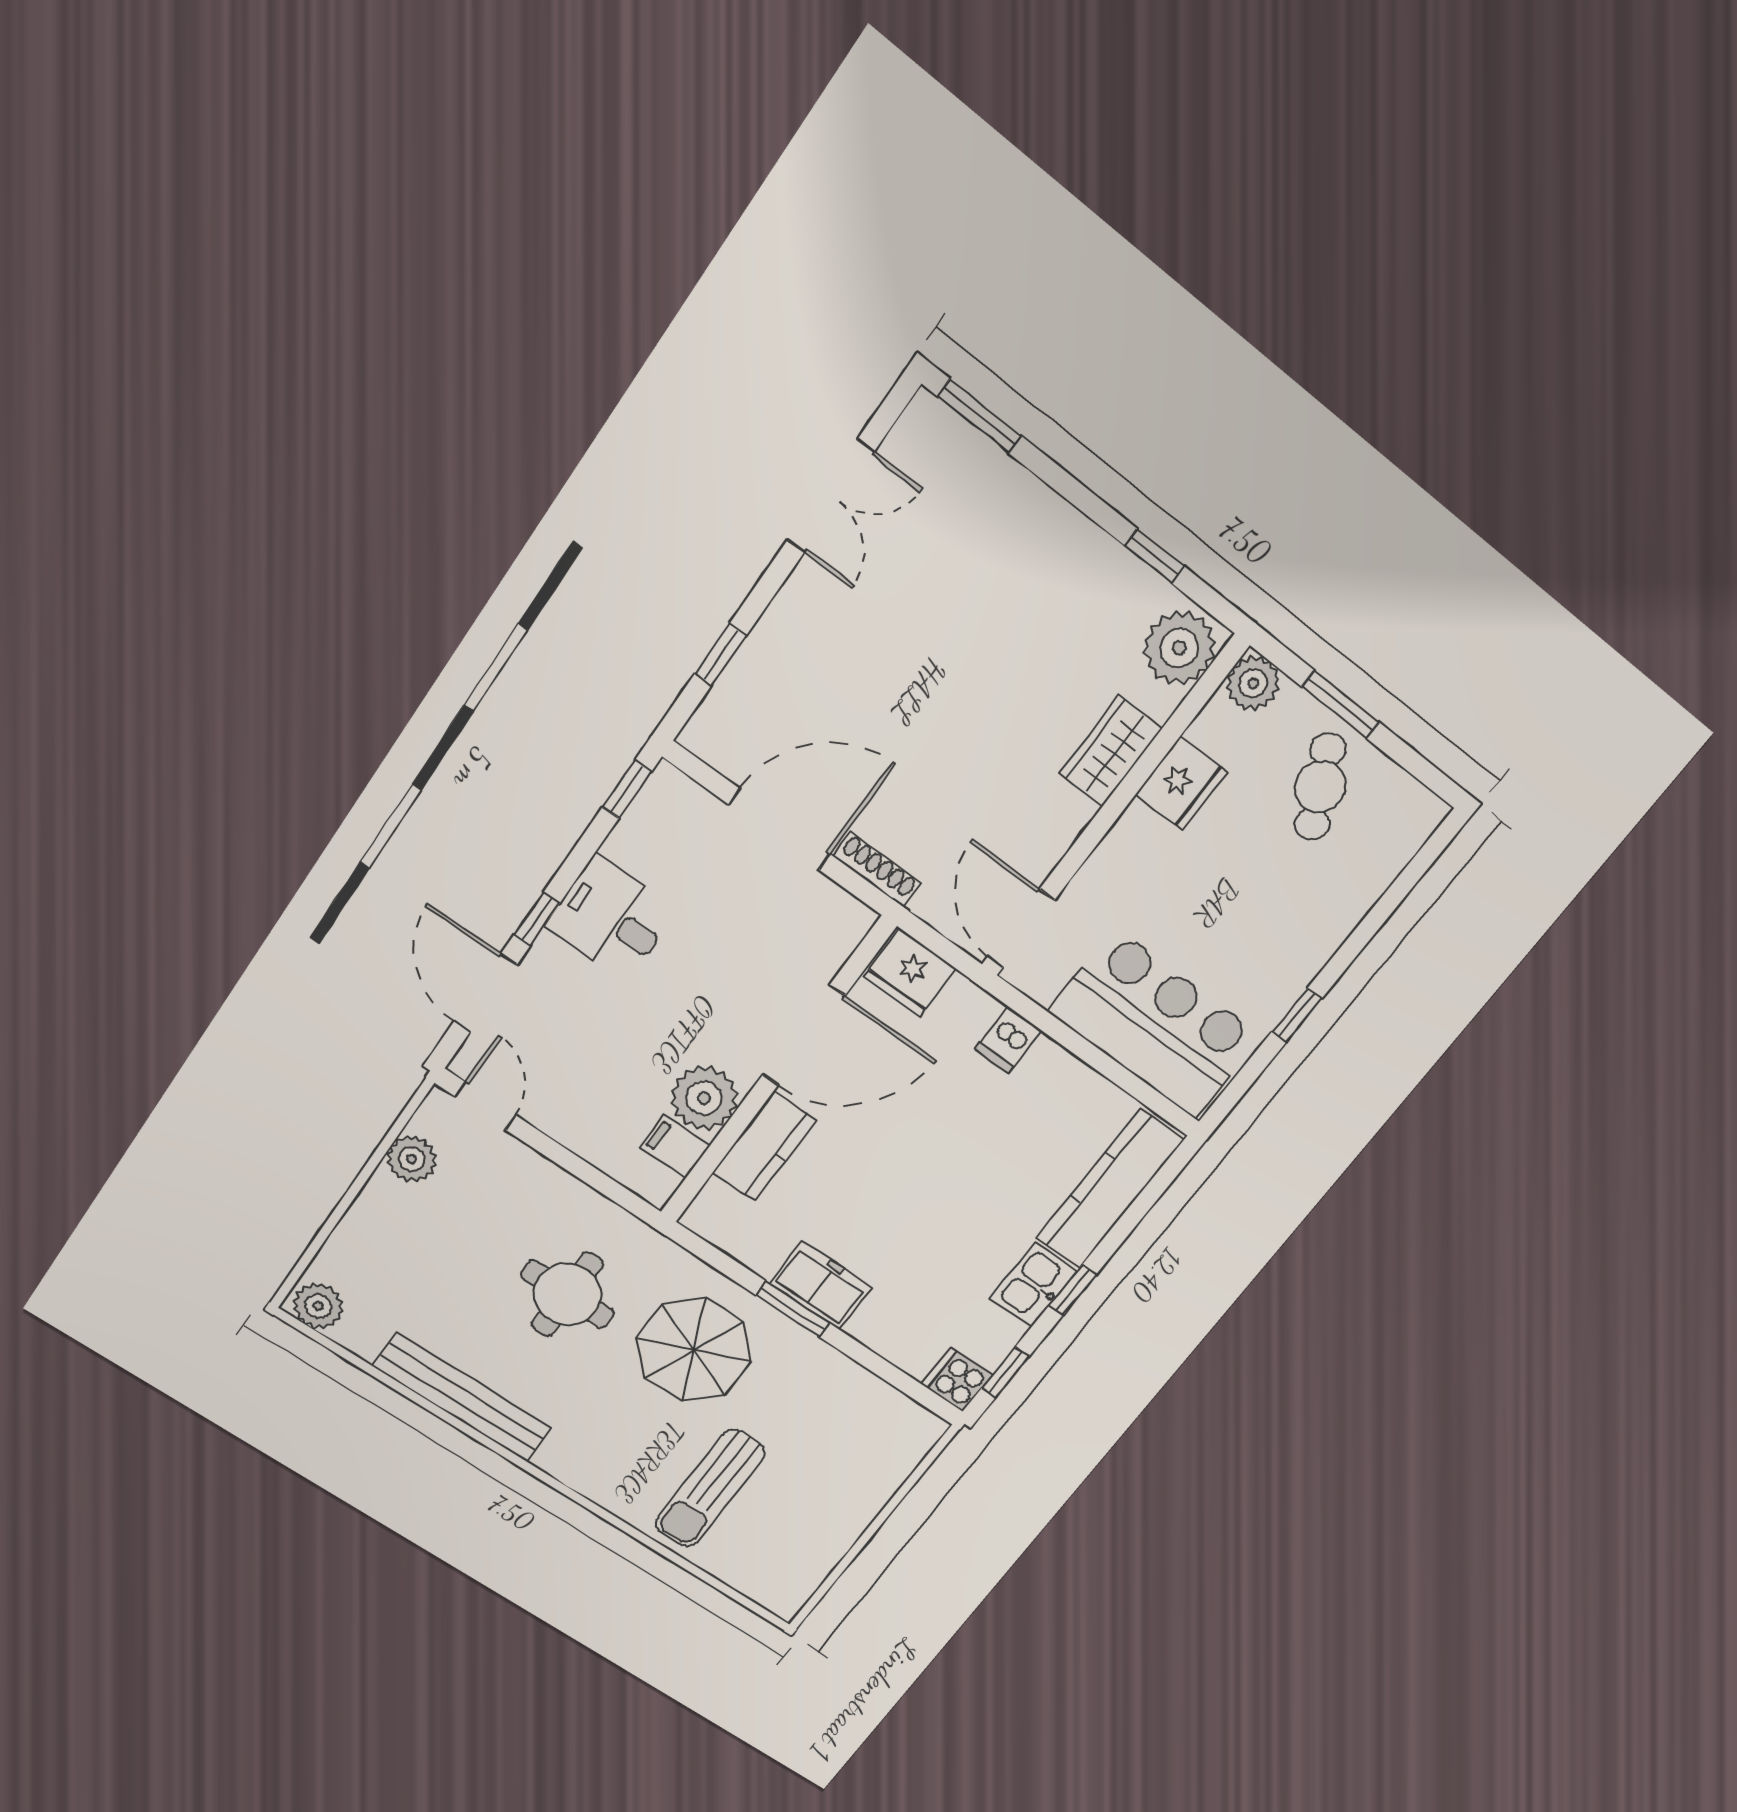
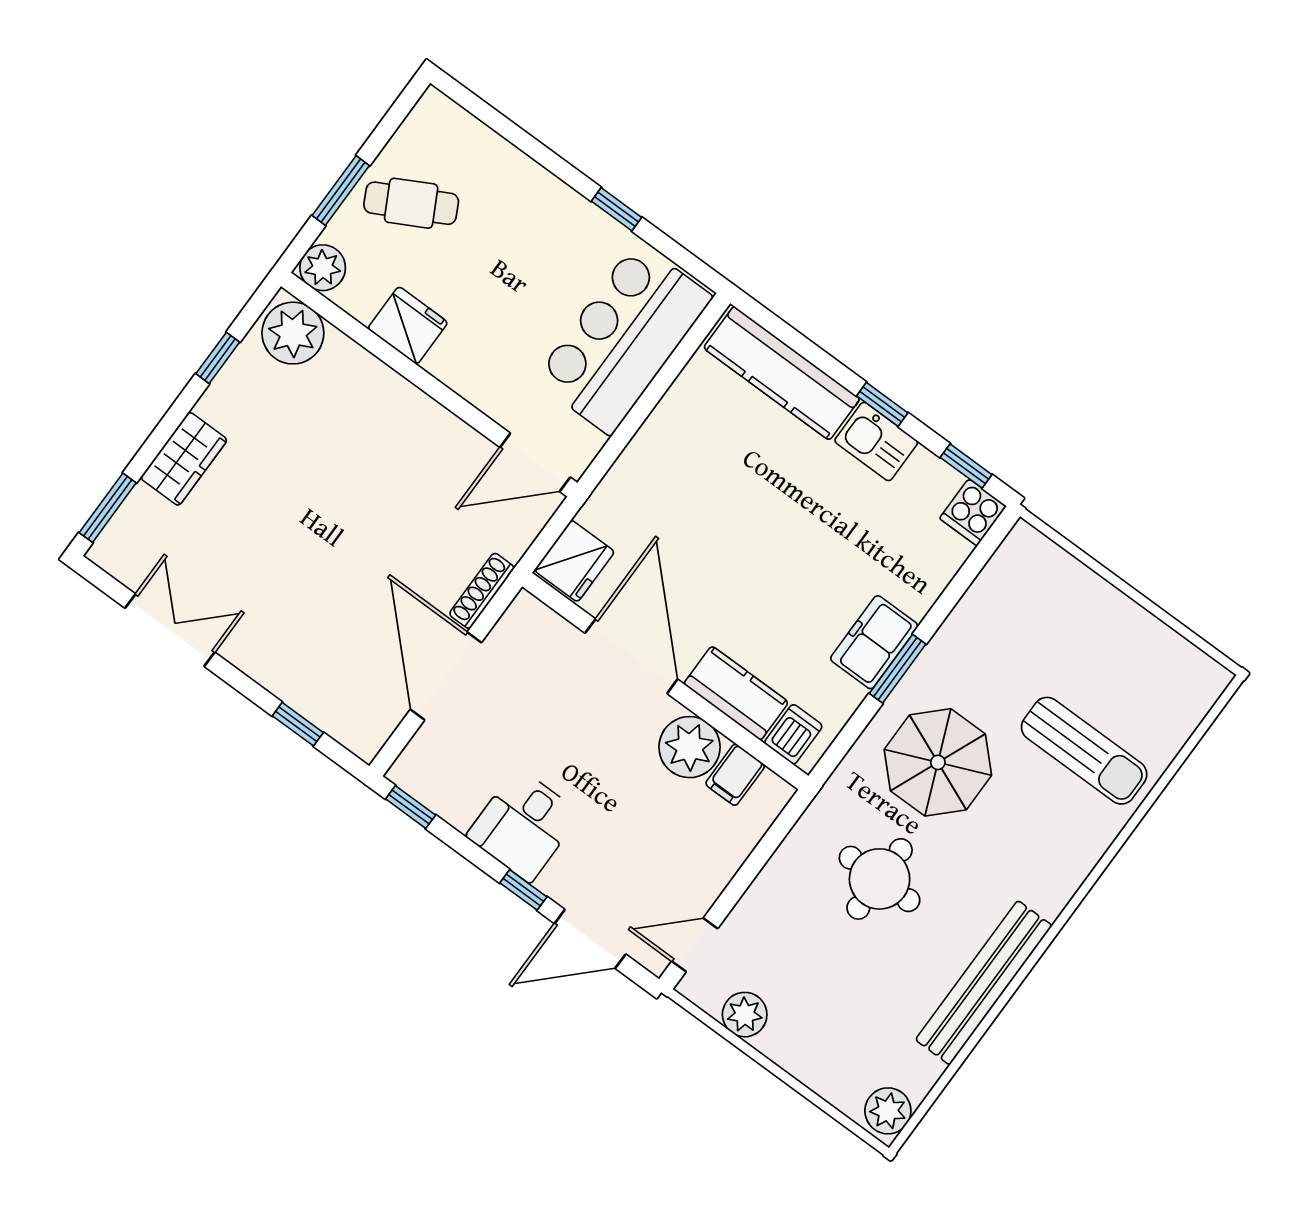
wardrobe: (1111, 751) -> (184, 459), moved, turned -90
dishwasher: (1008, 1040) -> (793, 734), moved, turned -90

